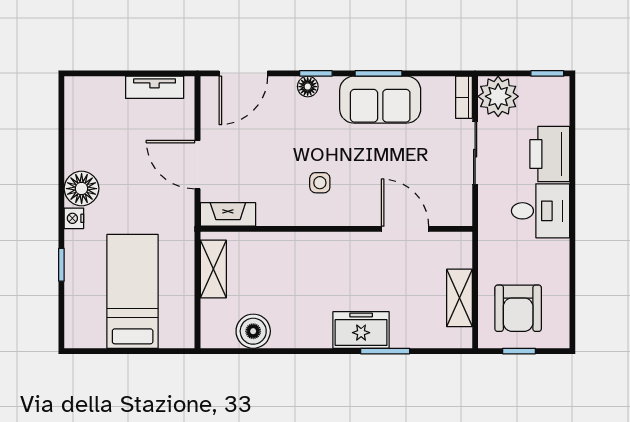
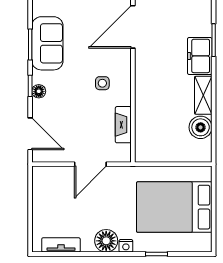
tv unit: (155, 87) -> (61, 245), moved, turned -90
fireplace: (228, 214) -> (123, 125), moved
door: (405, 229) -> (133, 27), width x1.36
shelving: (213, 269) -> (203, 95), moved, turned 90
bed: (133, 291) -> (174, 207), width x1.50

